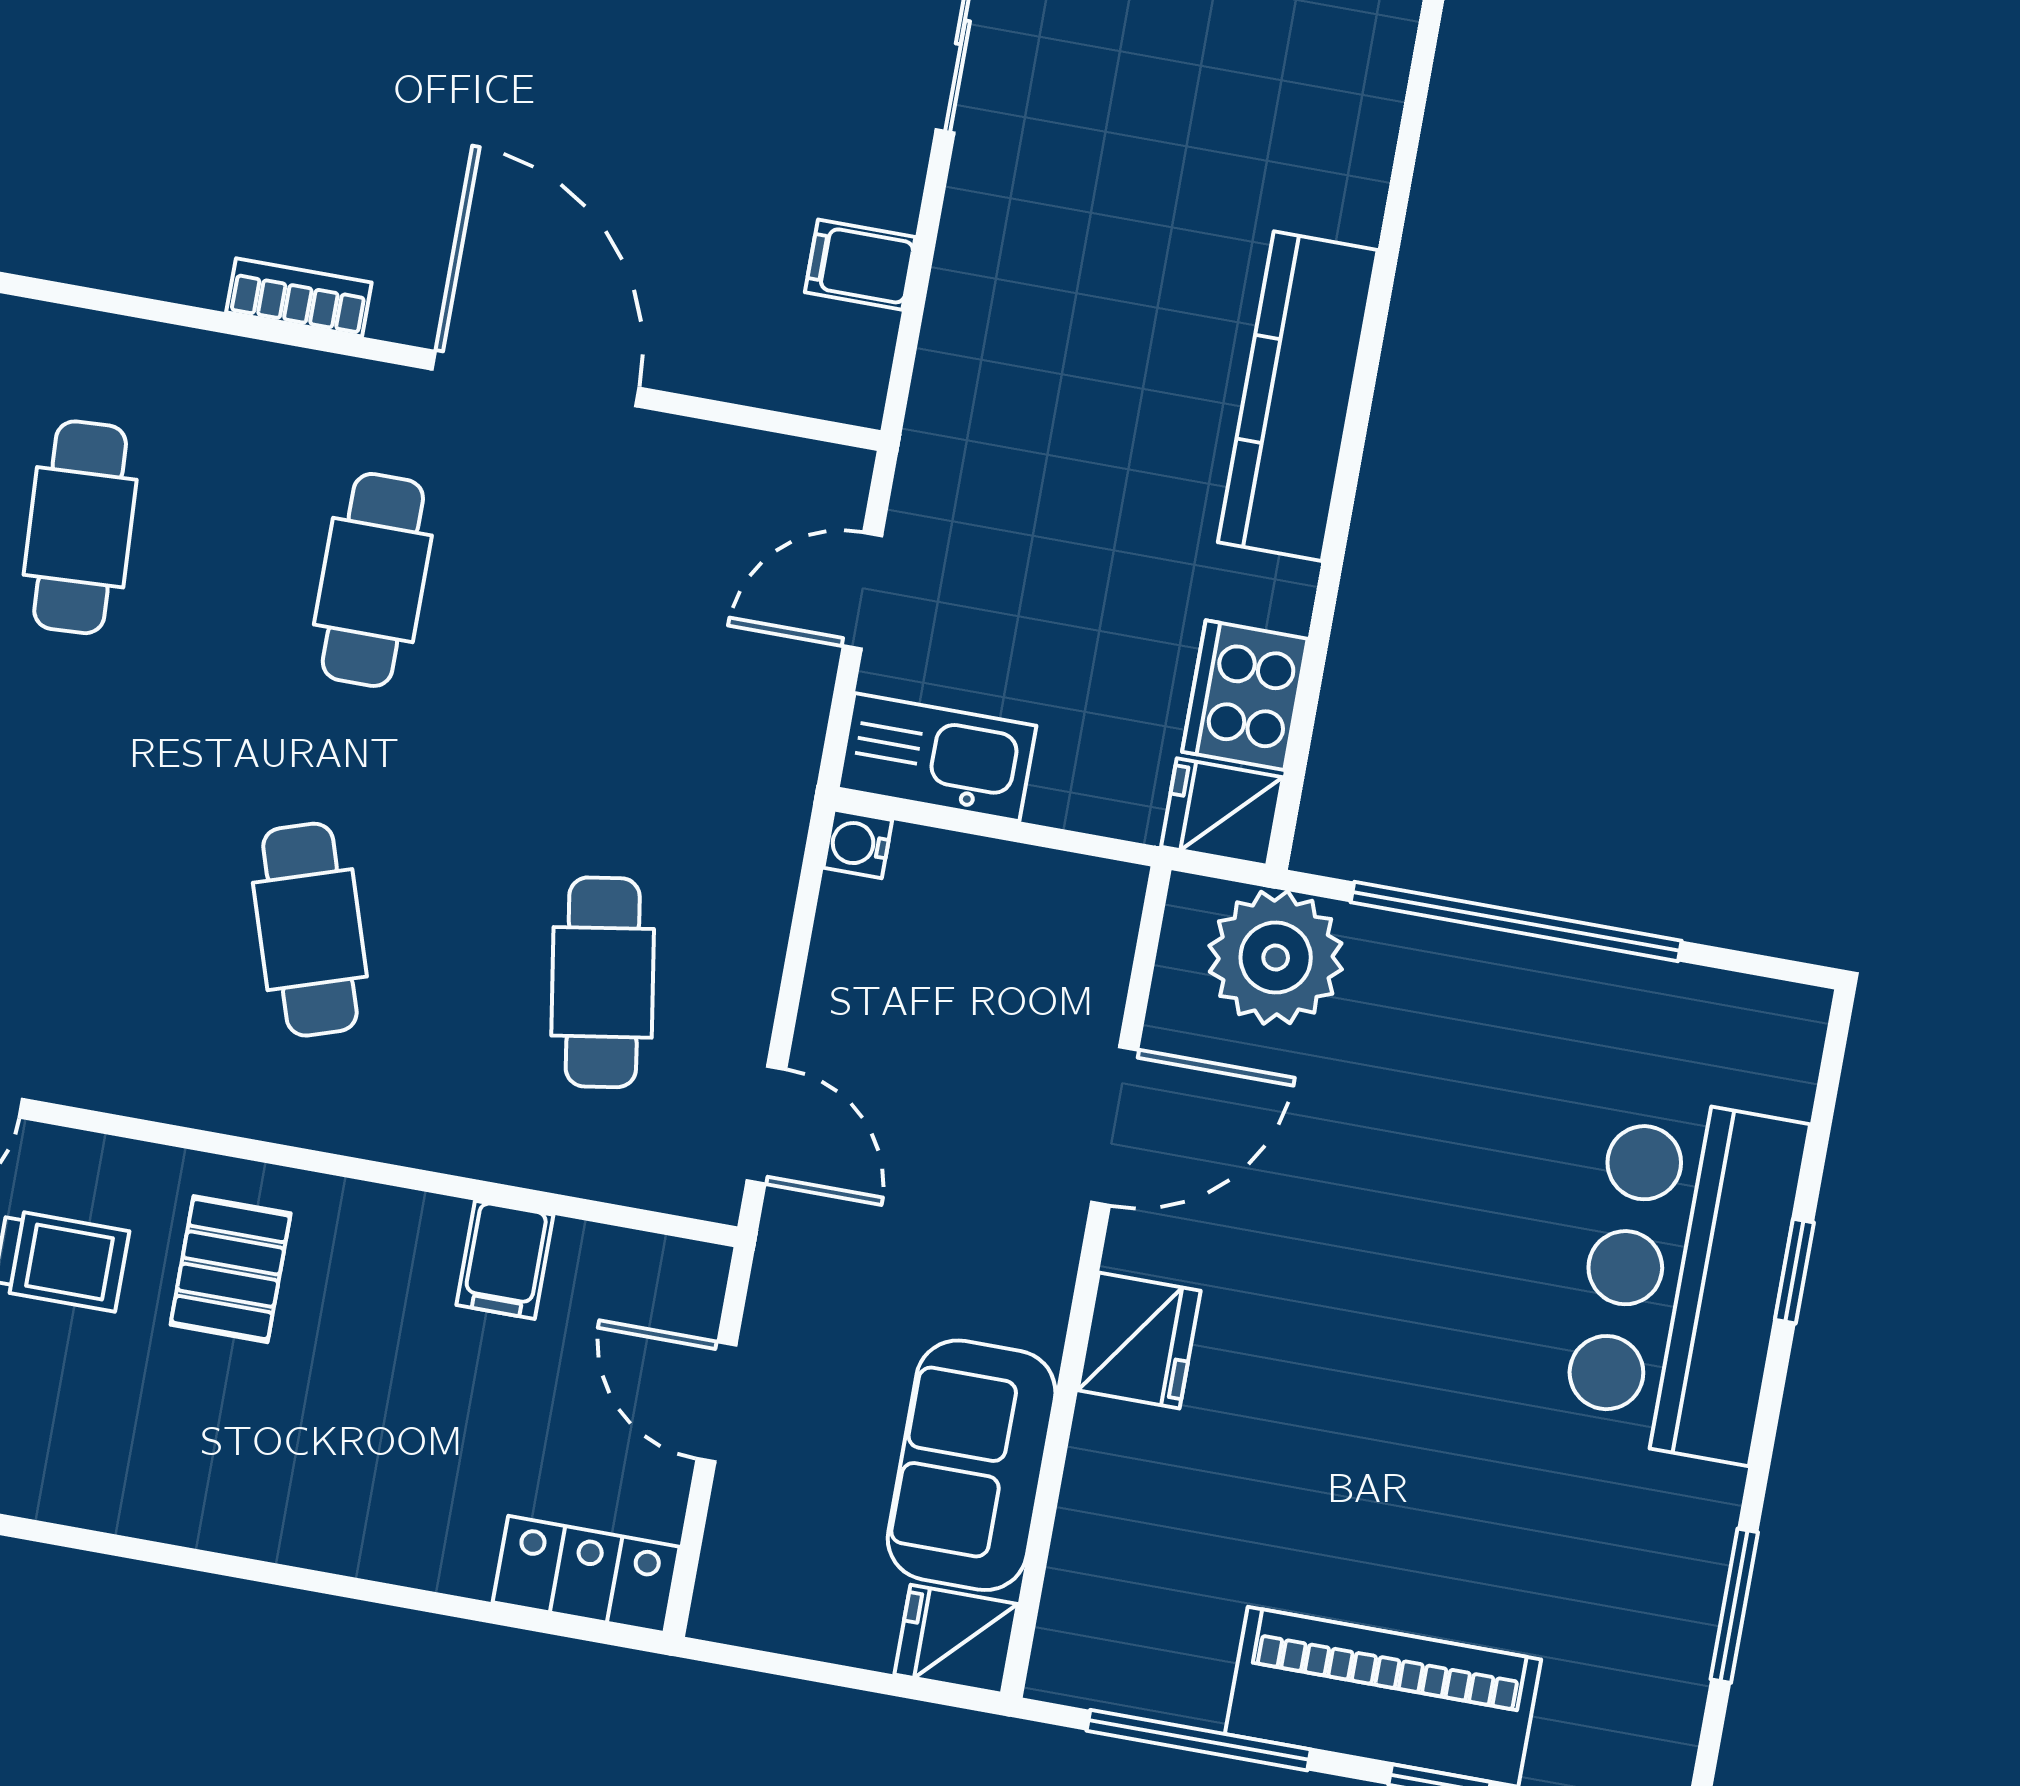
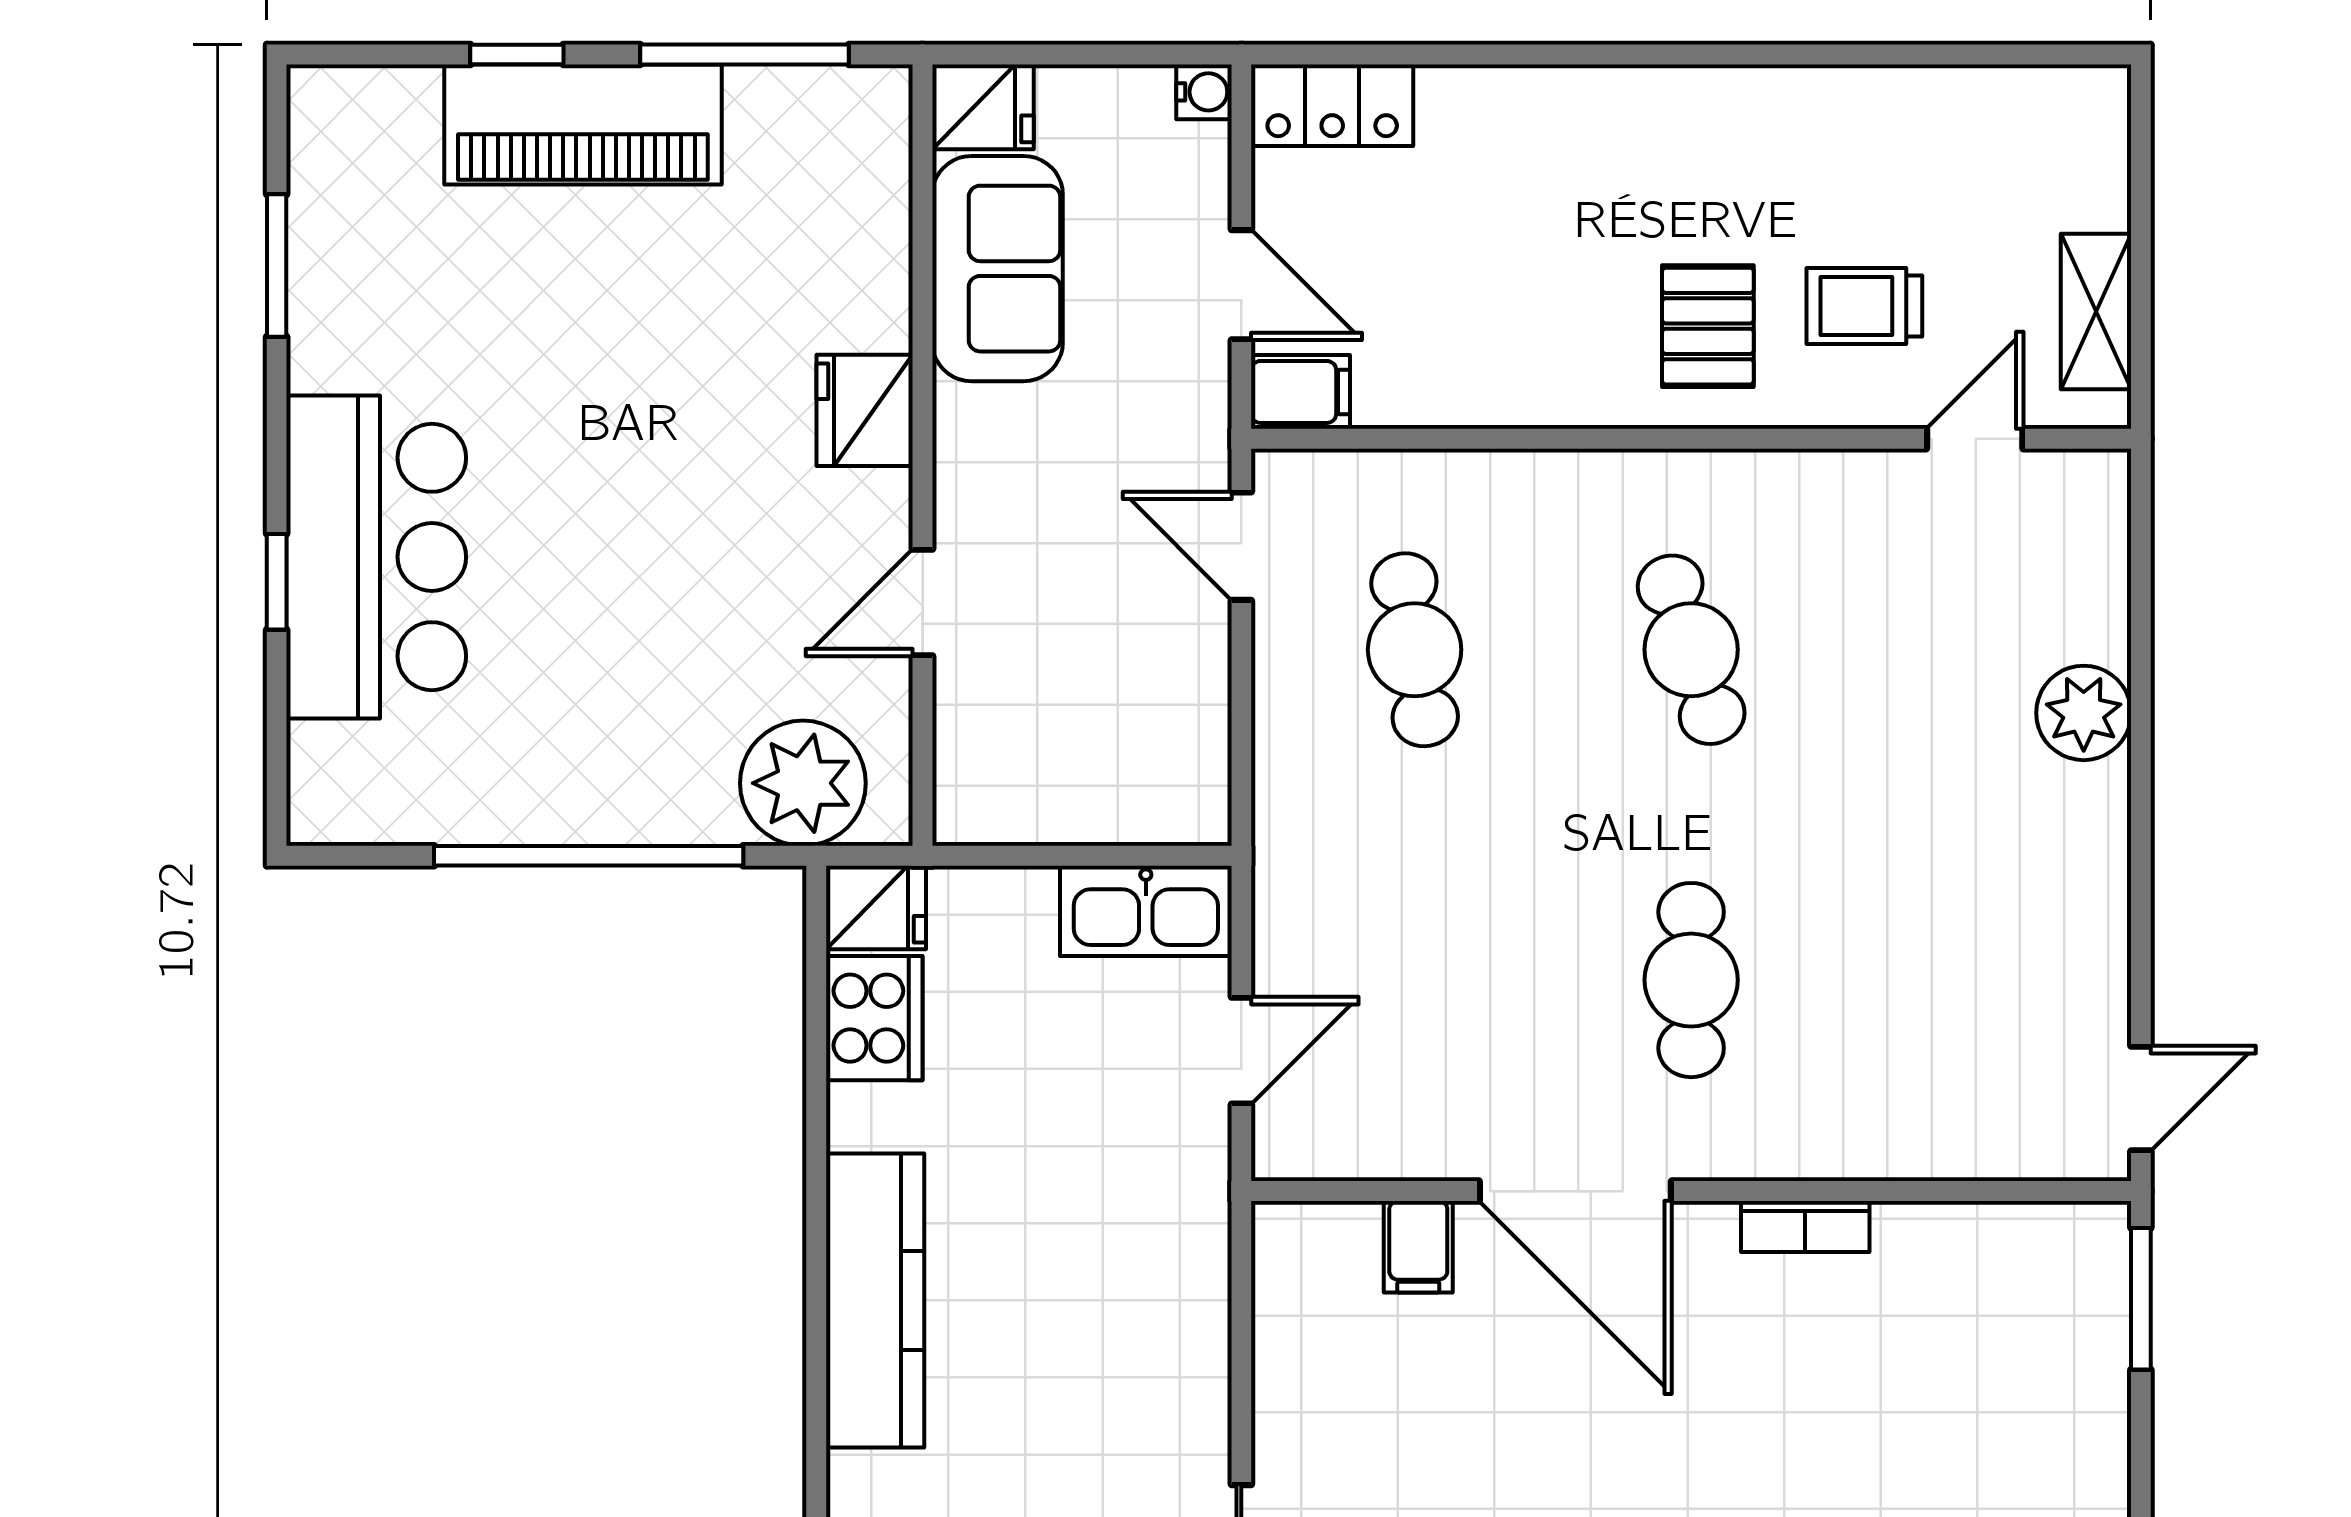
filing cabinet: (860, 265) -> (1418, 1247), moved, turned 90
cafe table: (80, 527) -> (1968, 980), removed
water cooler: (858, 844) -> (1204, 92), moved
door: (1115, 1126) -> (923, 603), width x0.73
filing cabinet: (505, 1260) -> (1301, 392), moved, turned 90

